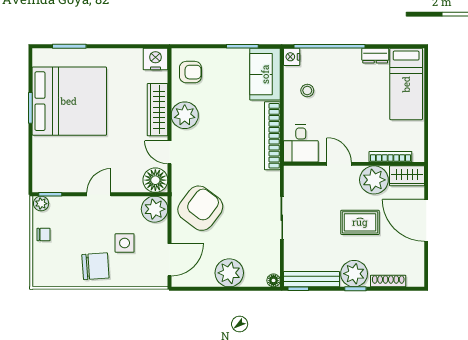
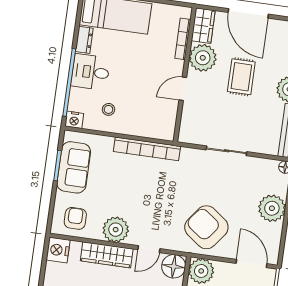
sofa: (265, 74) -> (74, 167), moved, turned -90
desk: (301, 144) -> (91, 72), moved, turned 180
door: (426, 220) -> (248, 13), hinge flipped

